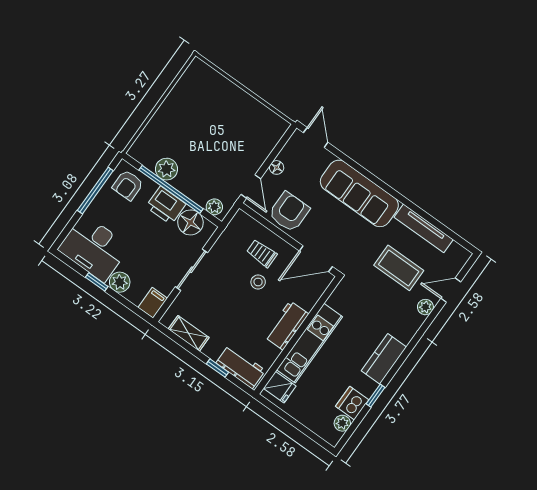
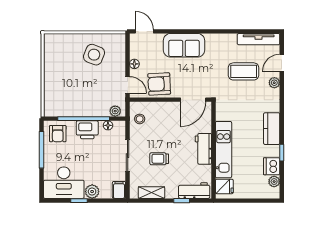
side table: (237, 123) -> (94, 55), added
plant: (167, 169) -> (73, 109), removed
sofa: (359, 193) -> (184, 45), width x0.73
armchair: (289, 212) -> (159, 84), turned -93
floor lamp: (190, 222) -> (108, 125), width x0.53, depth x0.53
tv unit: (424, 228) -> (259, 39), moved
trolley: (262, 253) -> (159, 159), moved
stool: (258, 282) -> (140, 119), moved

